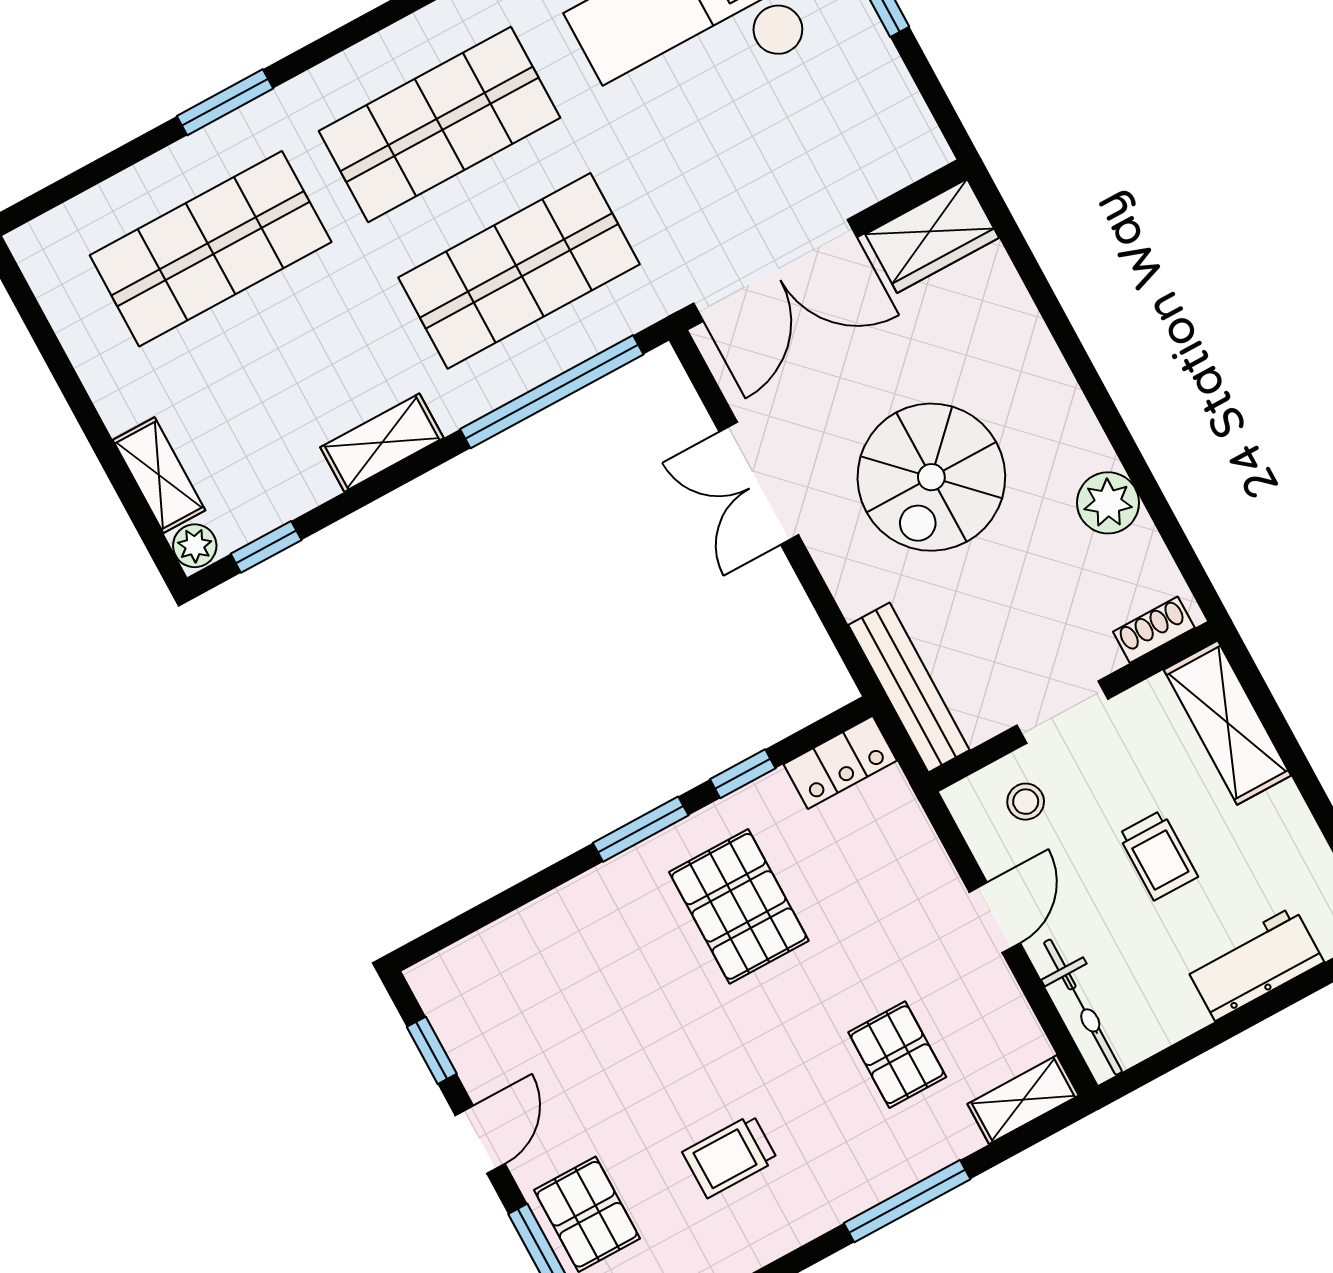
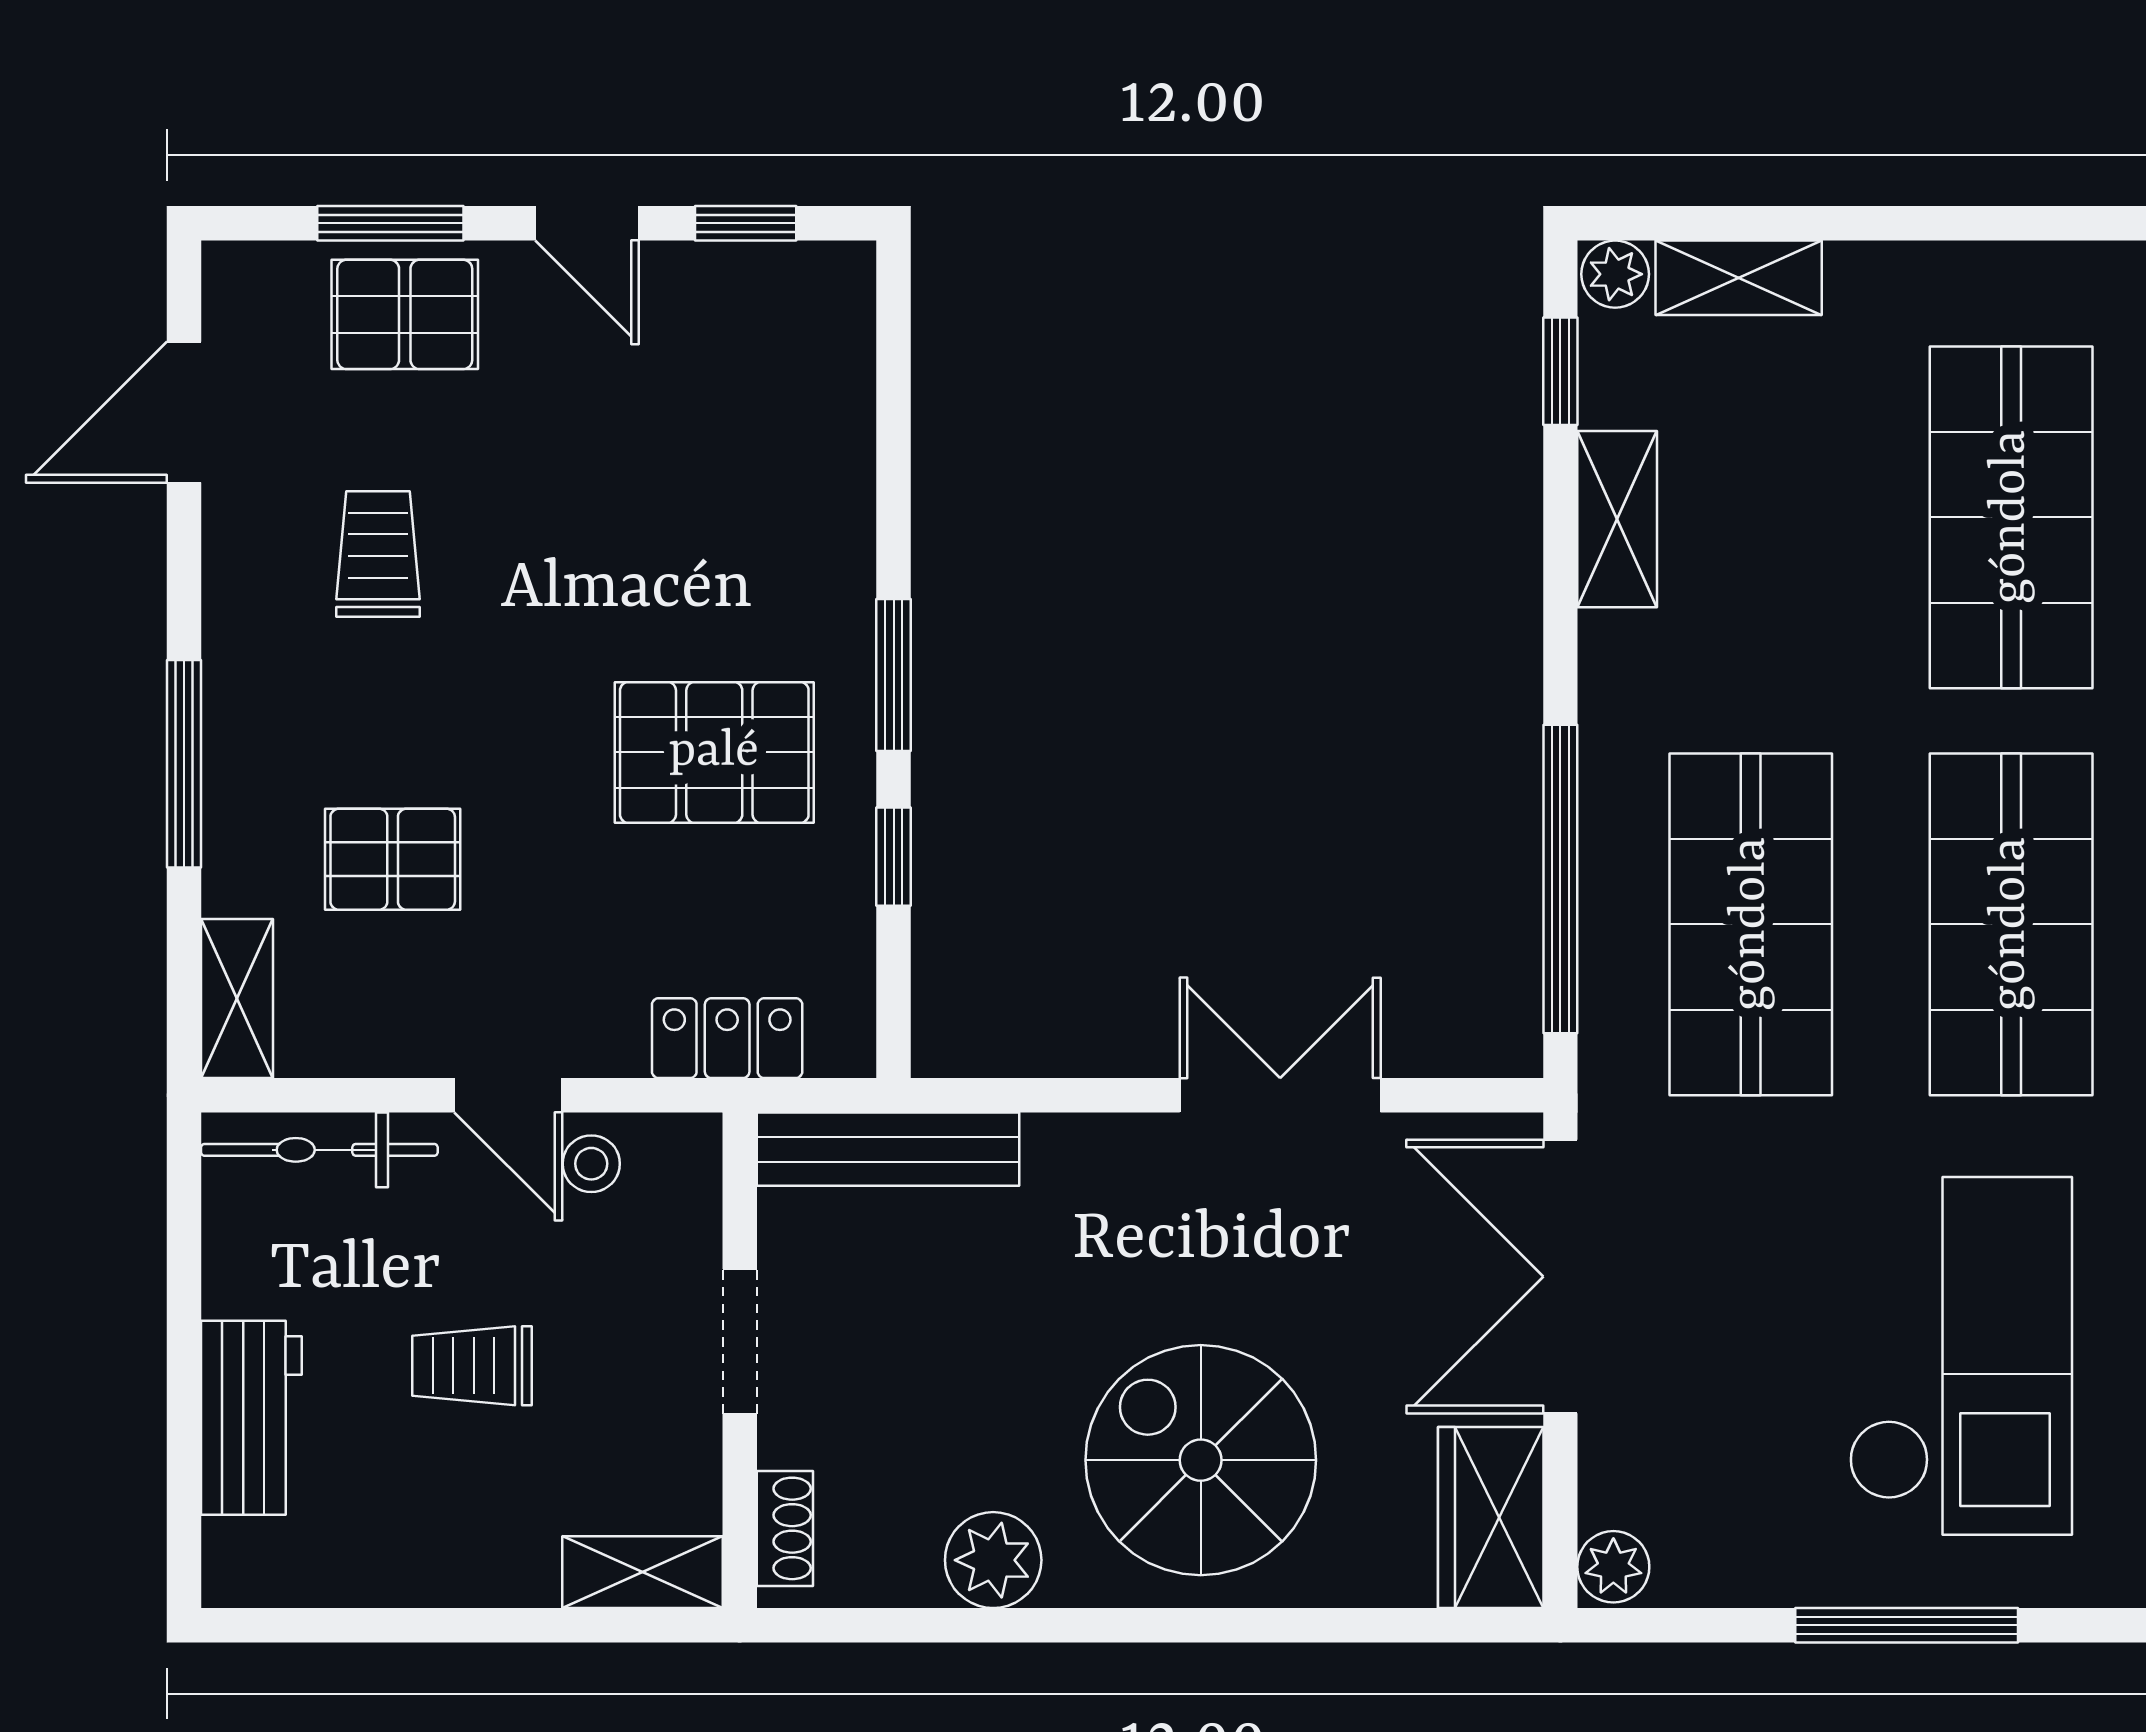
plant: (922, 152) -> (1613, 1567), added
shelving: (382, 443) -> (1617, 519), moved
spiral stairs: (931, 477) -> (1201, 1460), moved
shelving: (1227, 723) -> (642, 1572), width x0.67, depth x0.75
locker: (840, 762) -> (727, 1038), moved, turned 90
stool: (1026, 802) -> (591, 1164), moved

